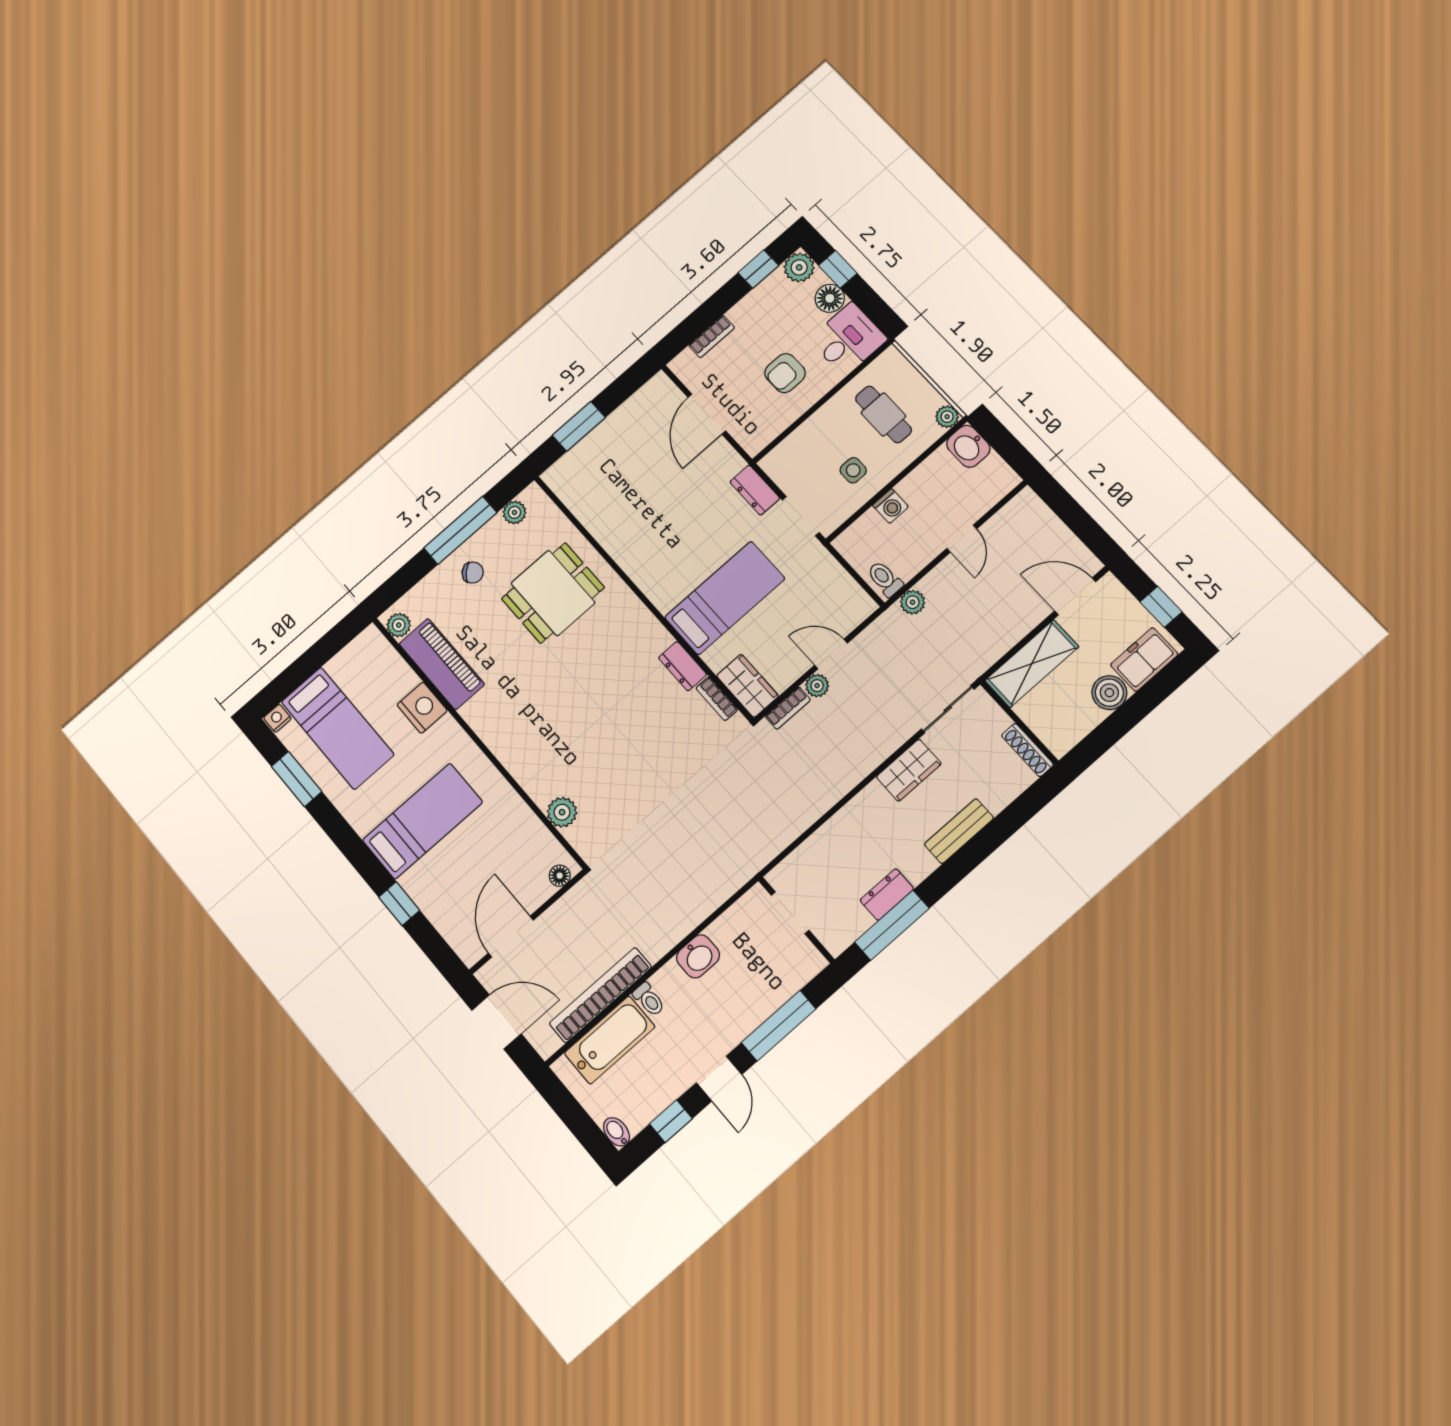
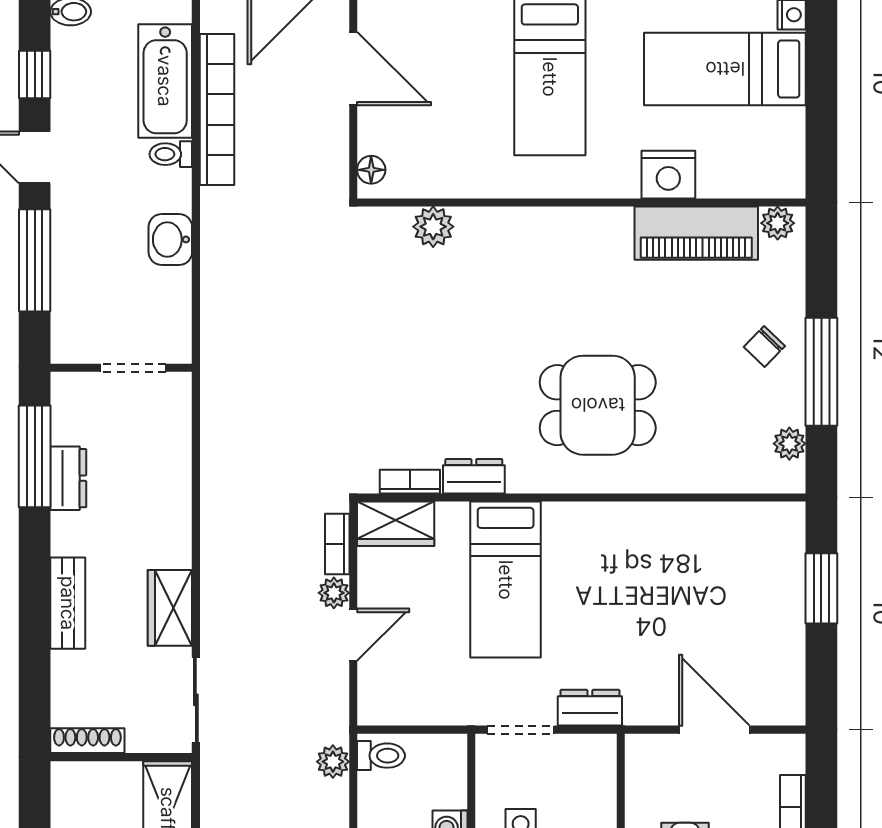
dining table: (553, 593) -> (598, 405), moved, turned 90

